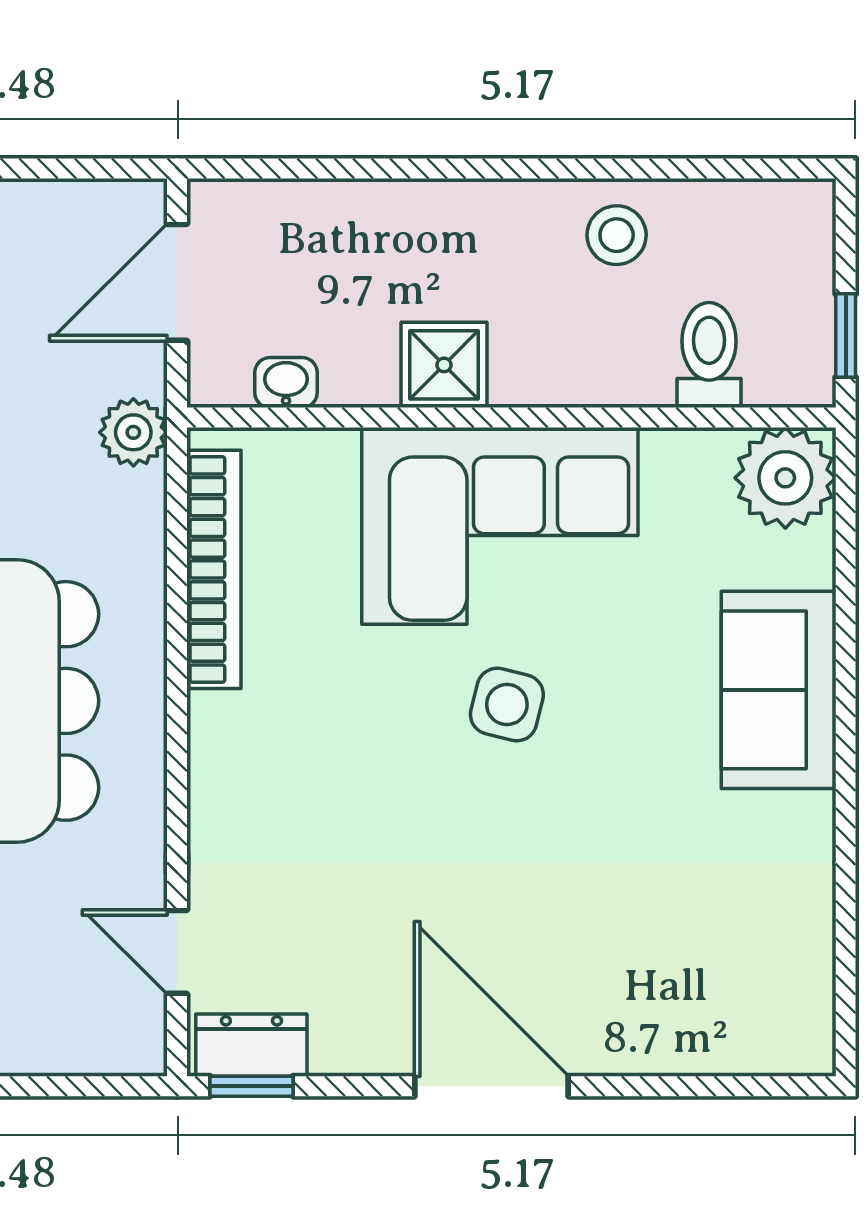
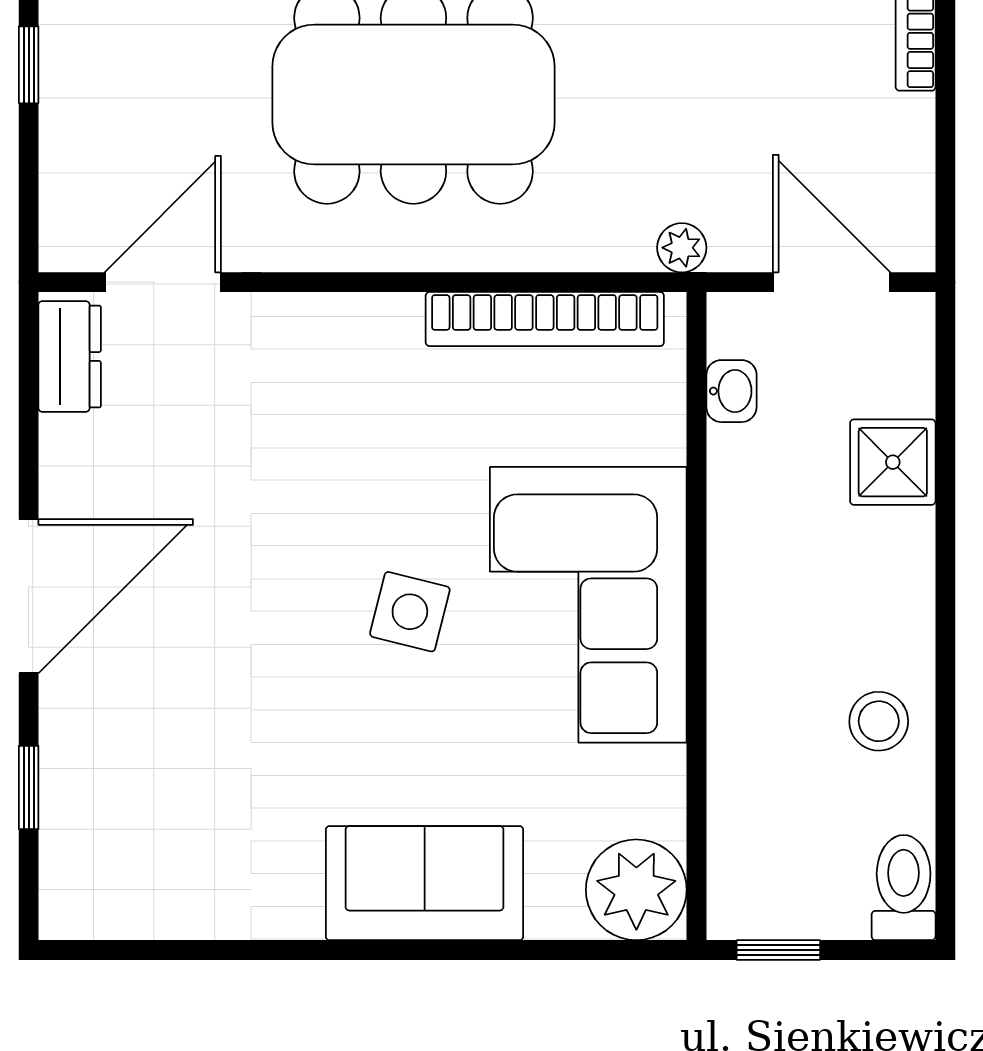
toilet: (709, 355) -> (904, 888), moved, turned -90
shower: (444, 365) -> (893, 462), moved
plant: (133, 432) -> (682, 248), width x0.73, depth x0.73
door: (177, 952) -> (163, 282), width x1.38
window: (251, 1086) -> (29, 788), moved

